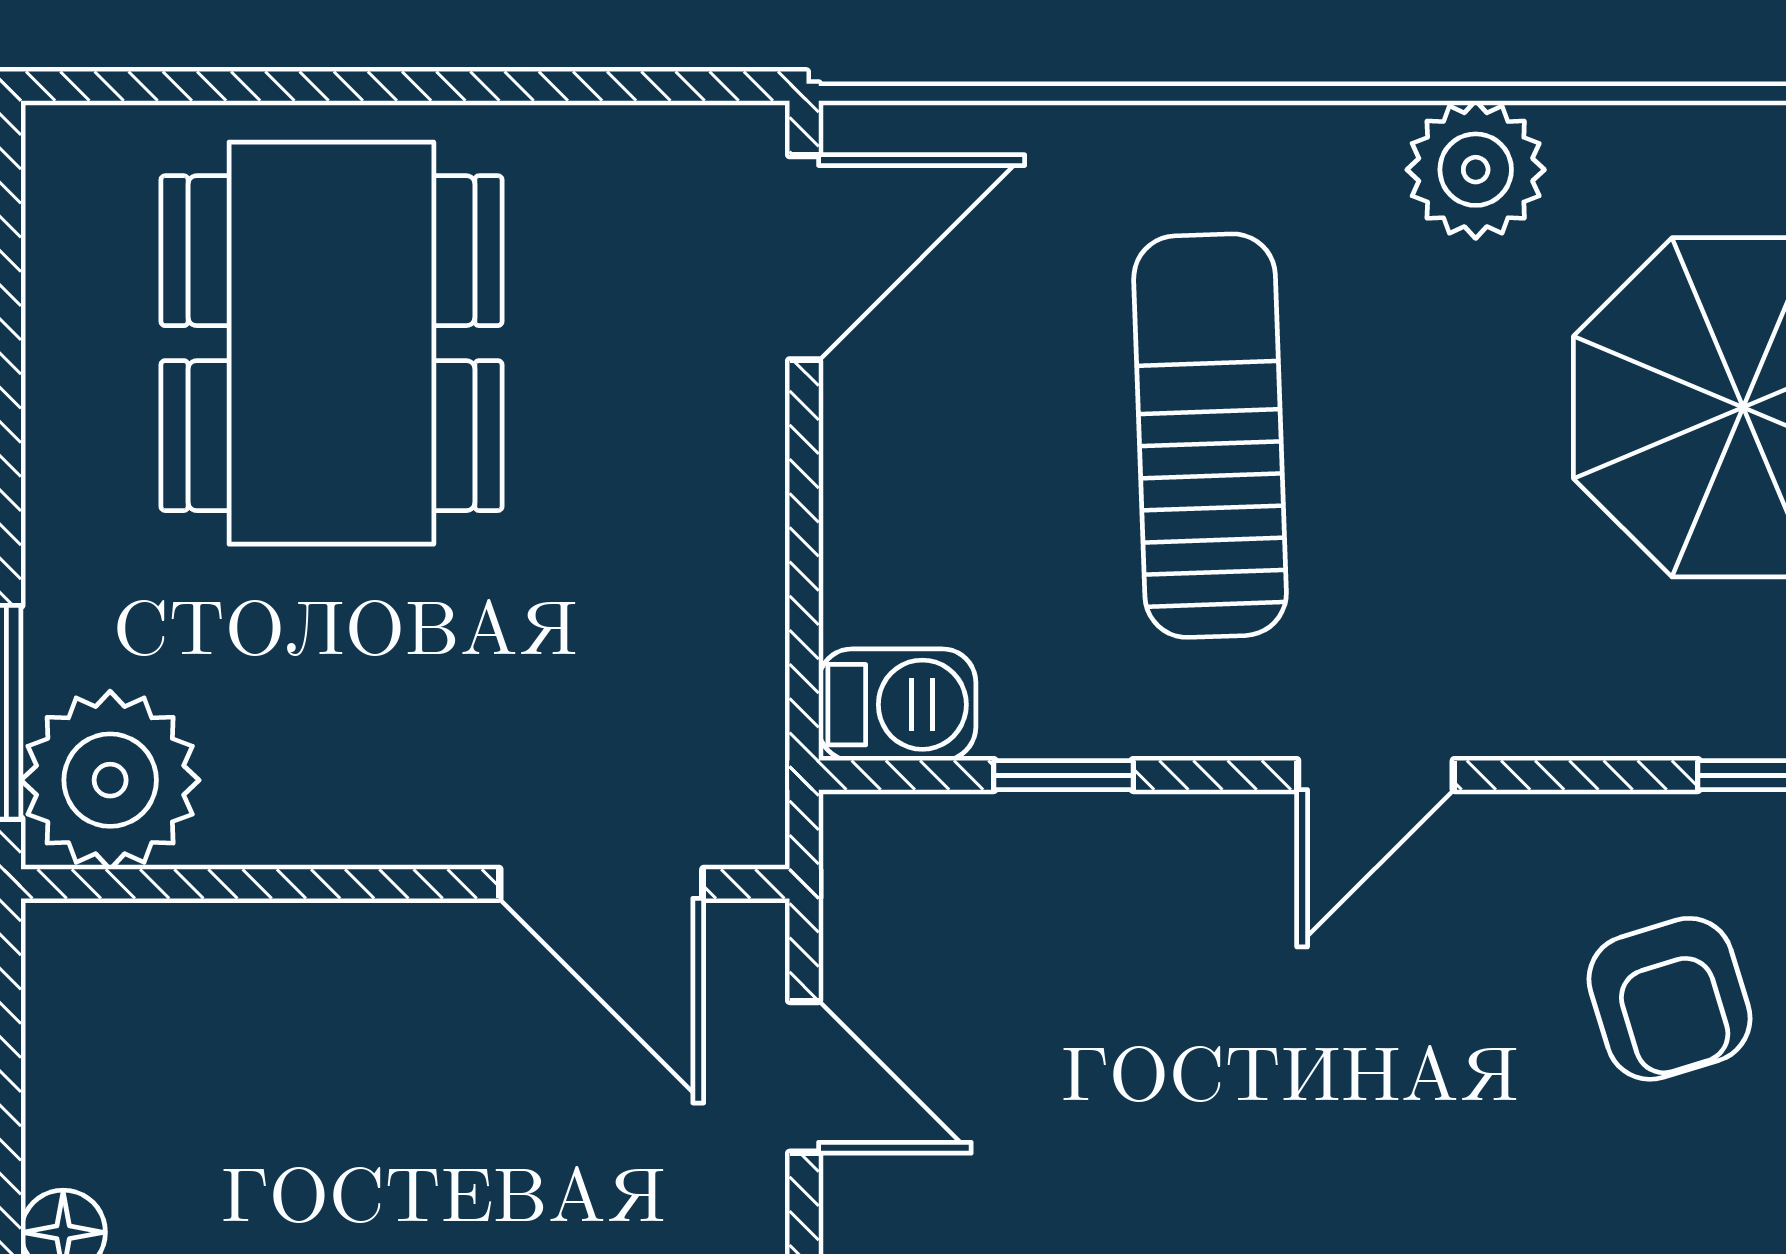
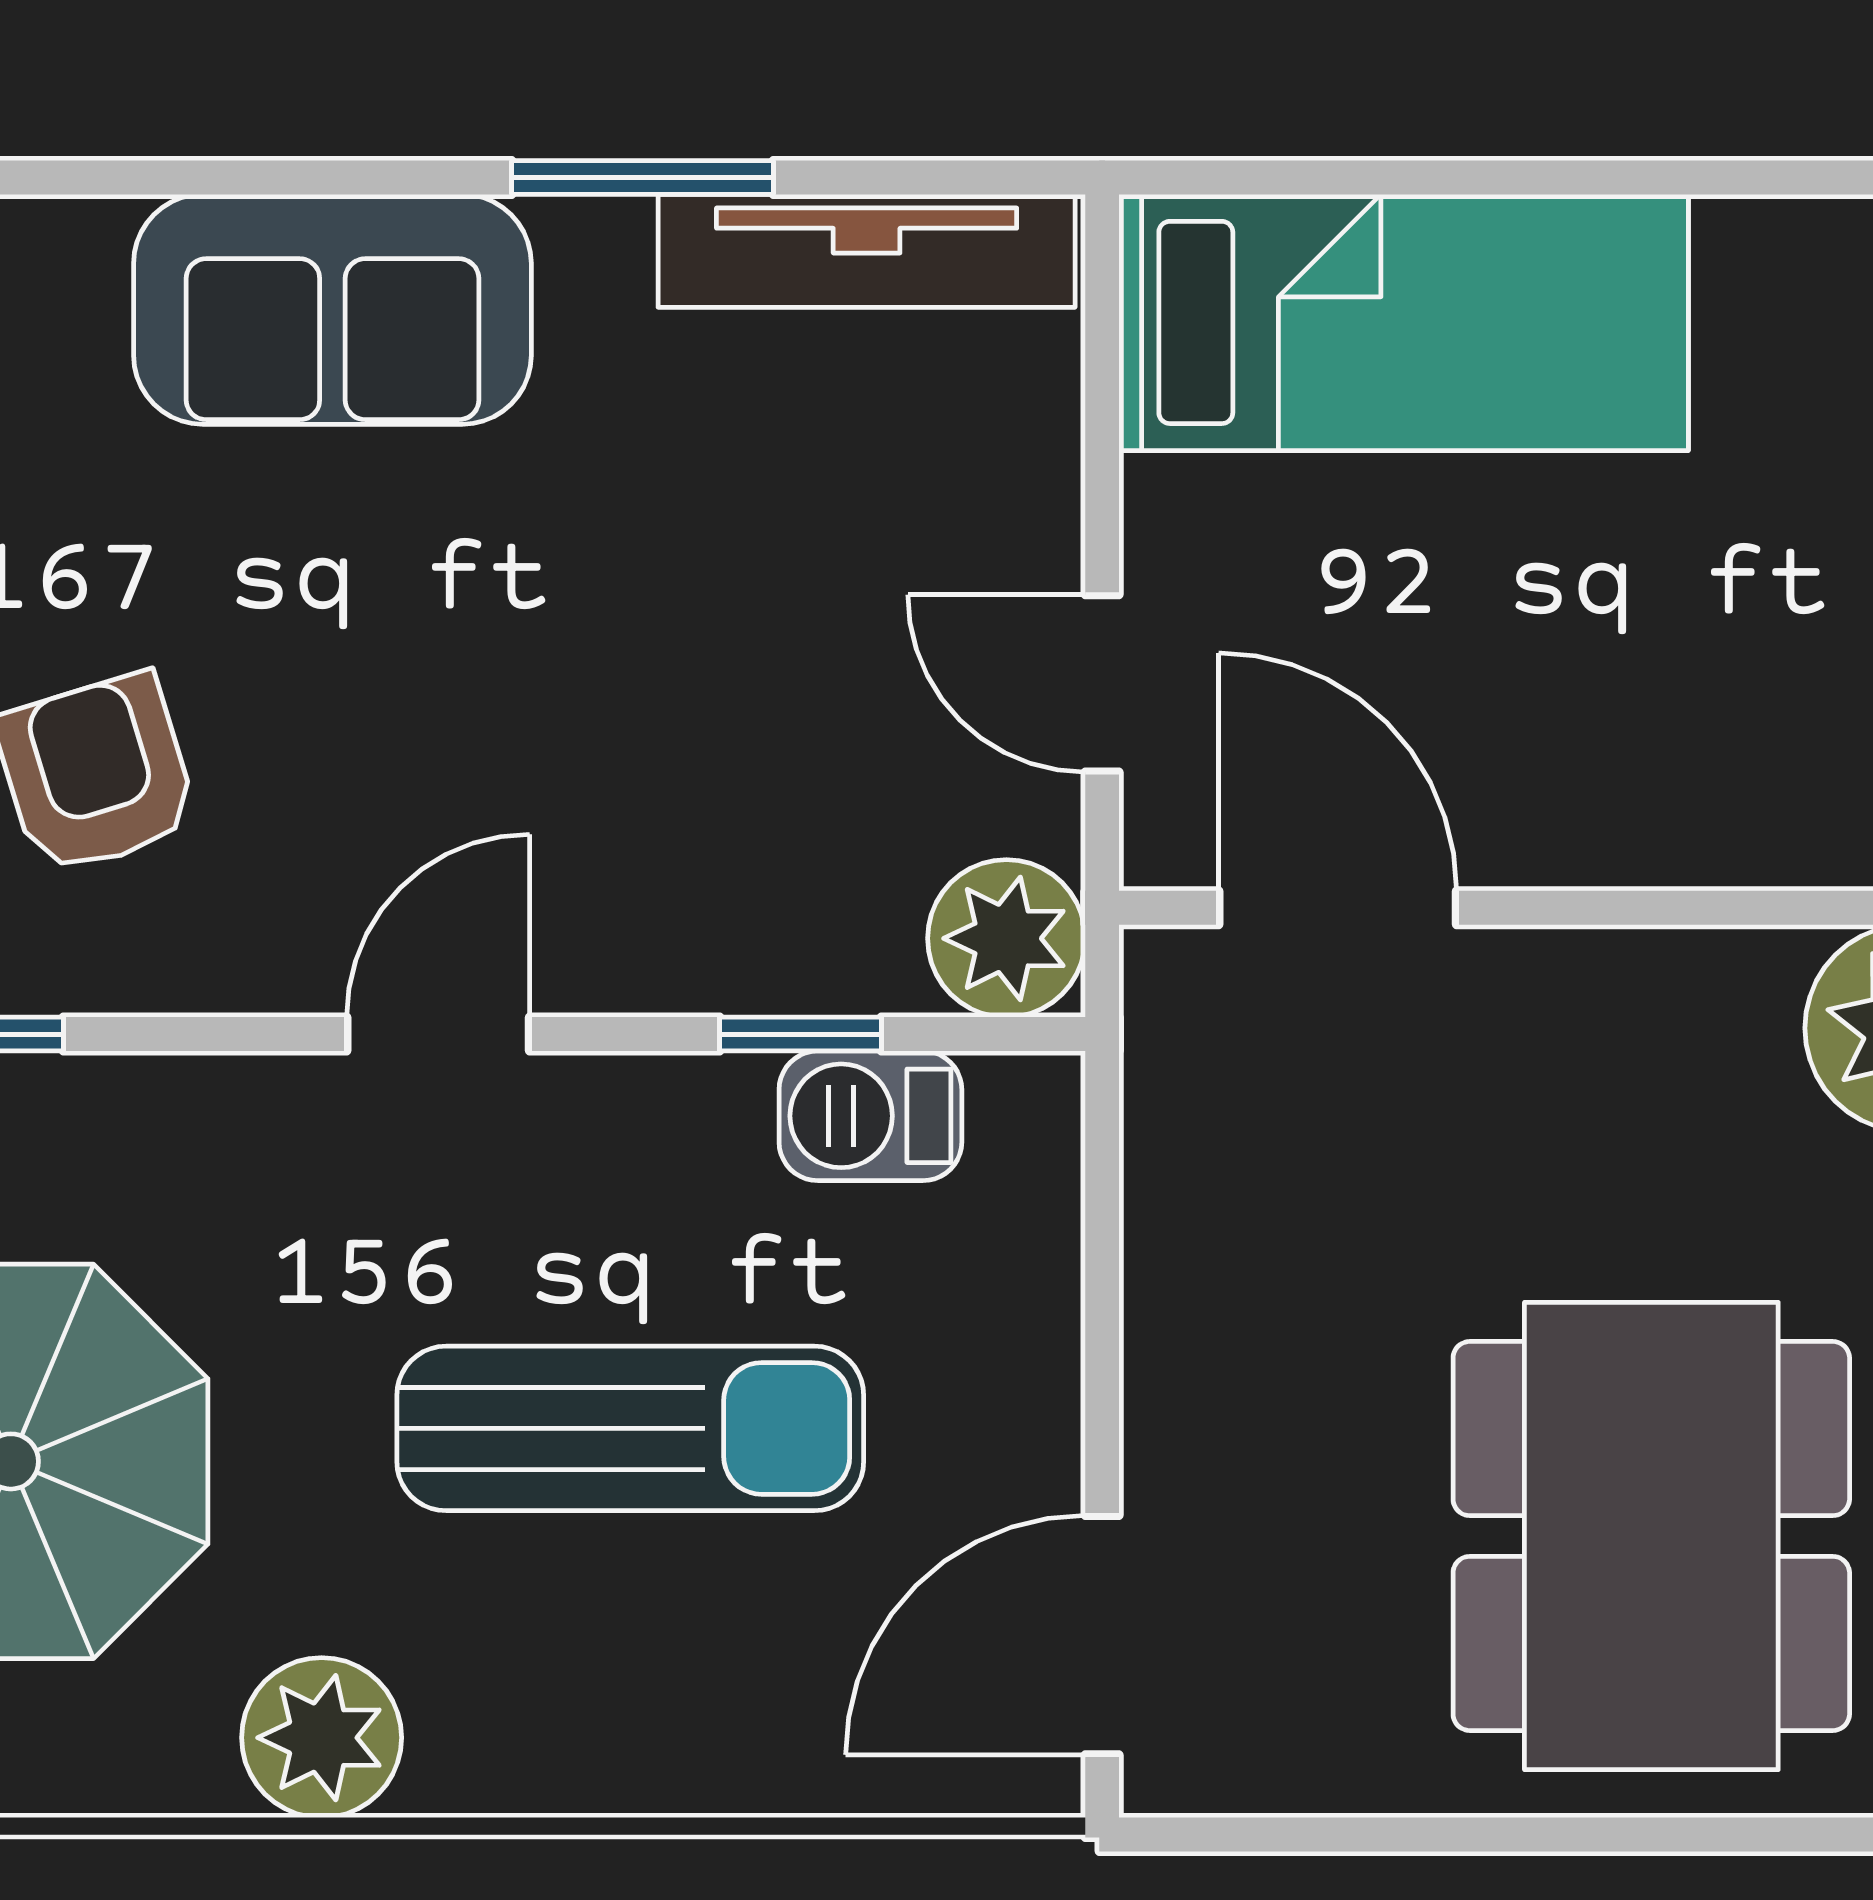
sun lounger: (1210, 436) -> (630, 1428), turned -88
barbecue: (897, 705) -> (870, 1116), moved
plant: (886, 857) -> (1006, 938), added

